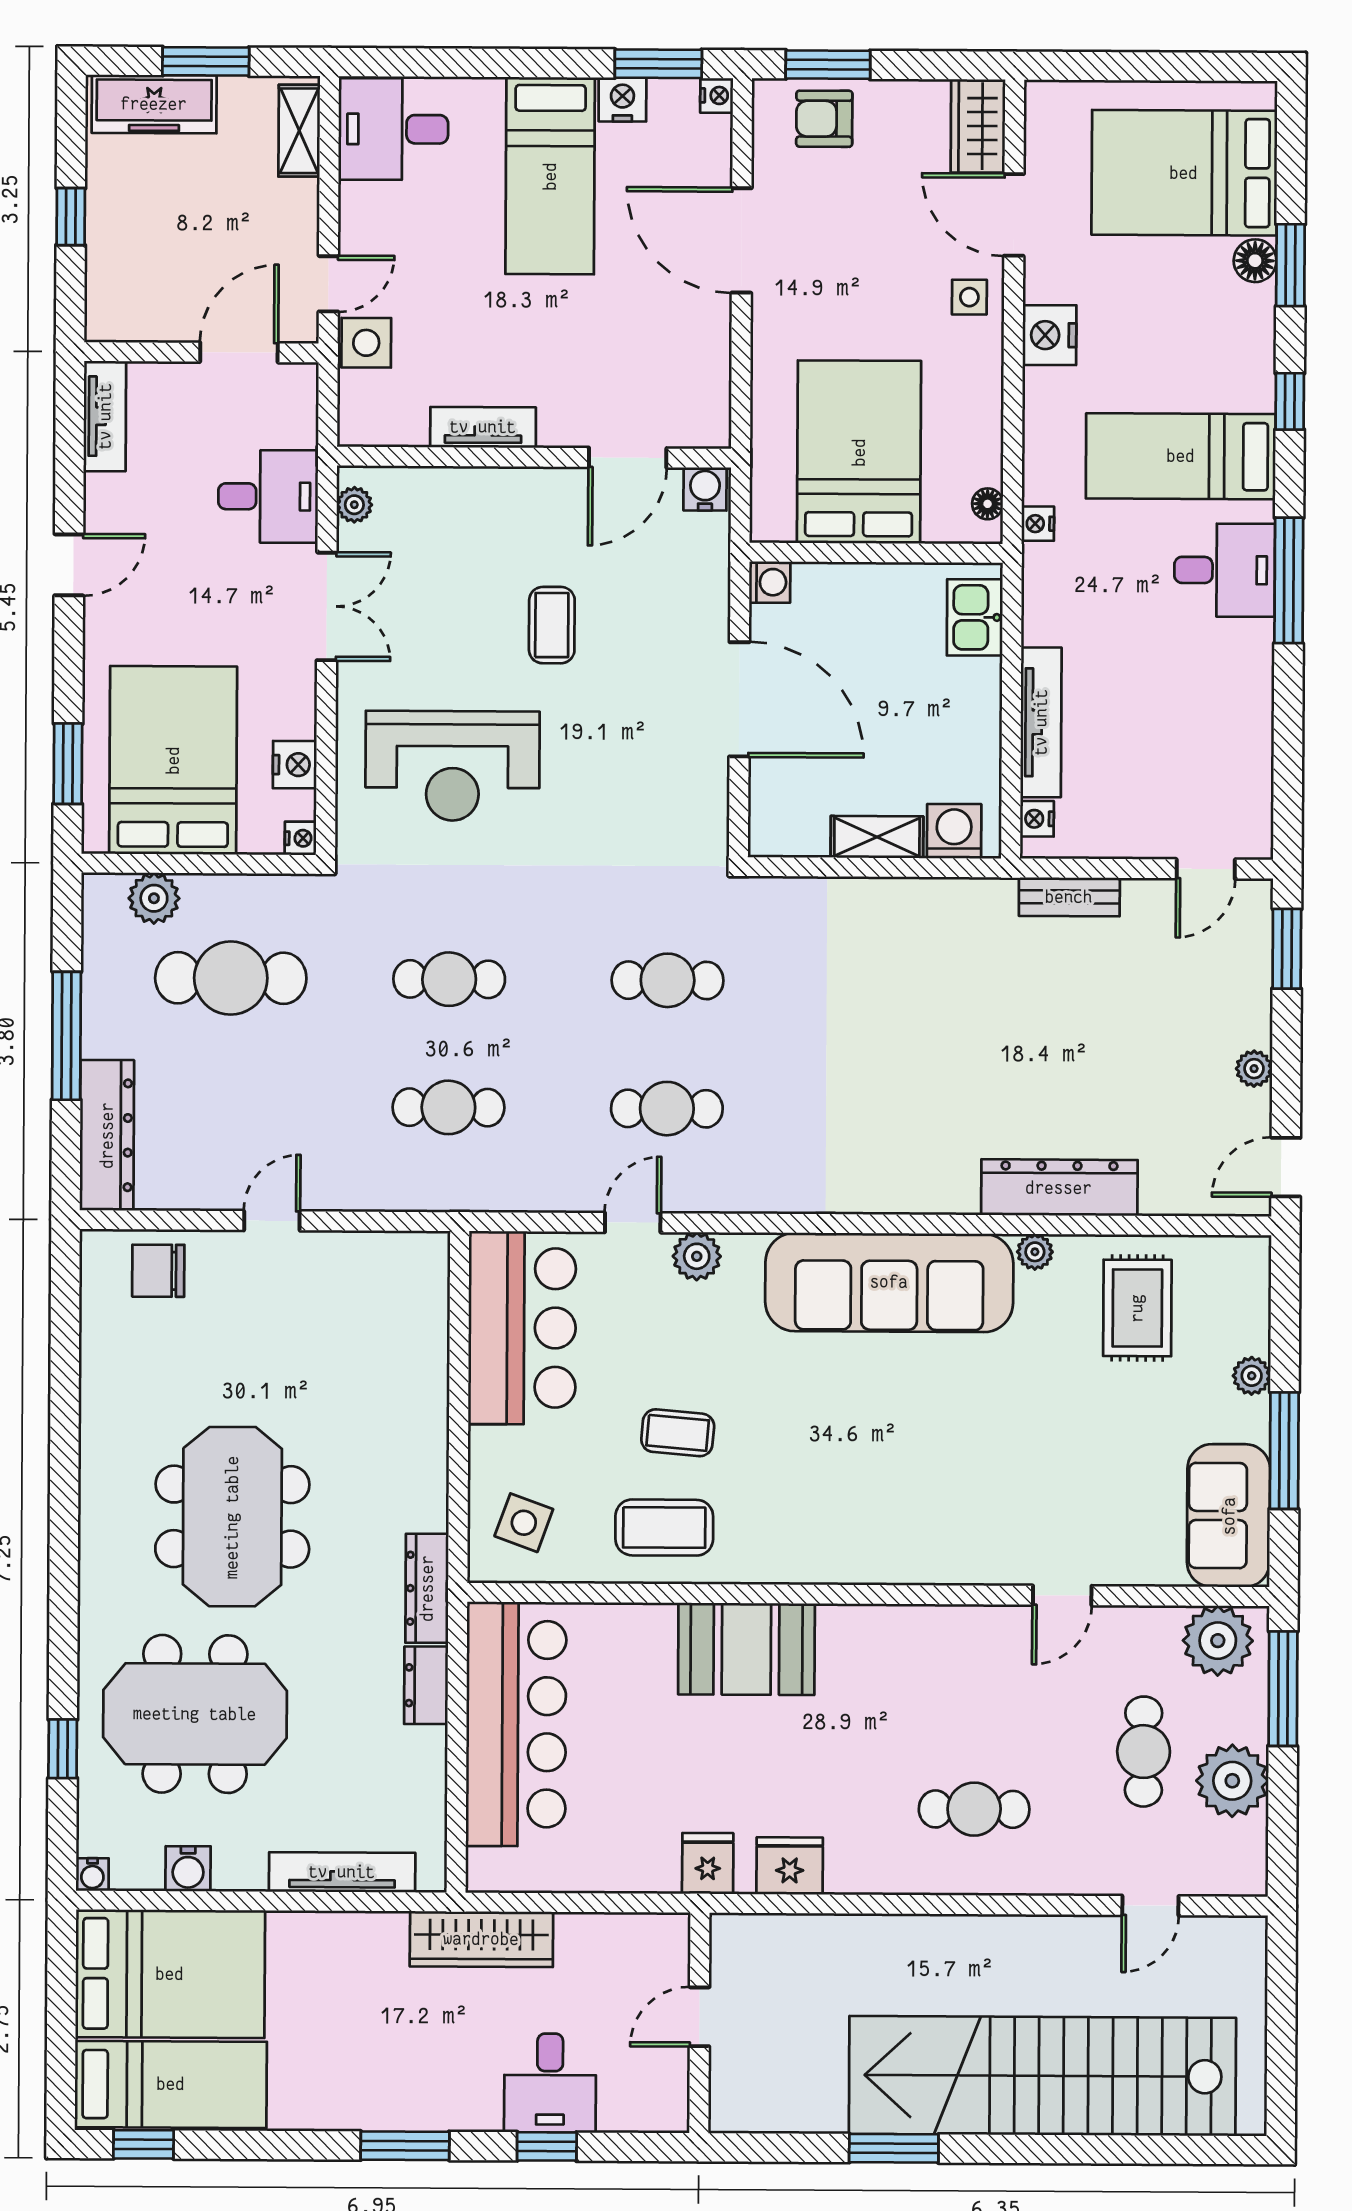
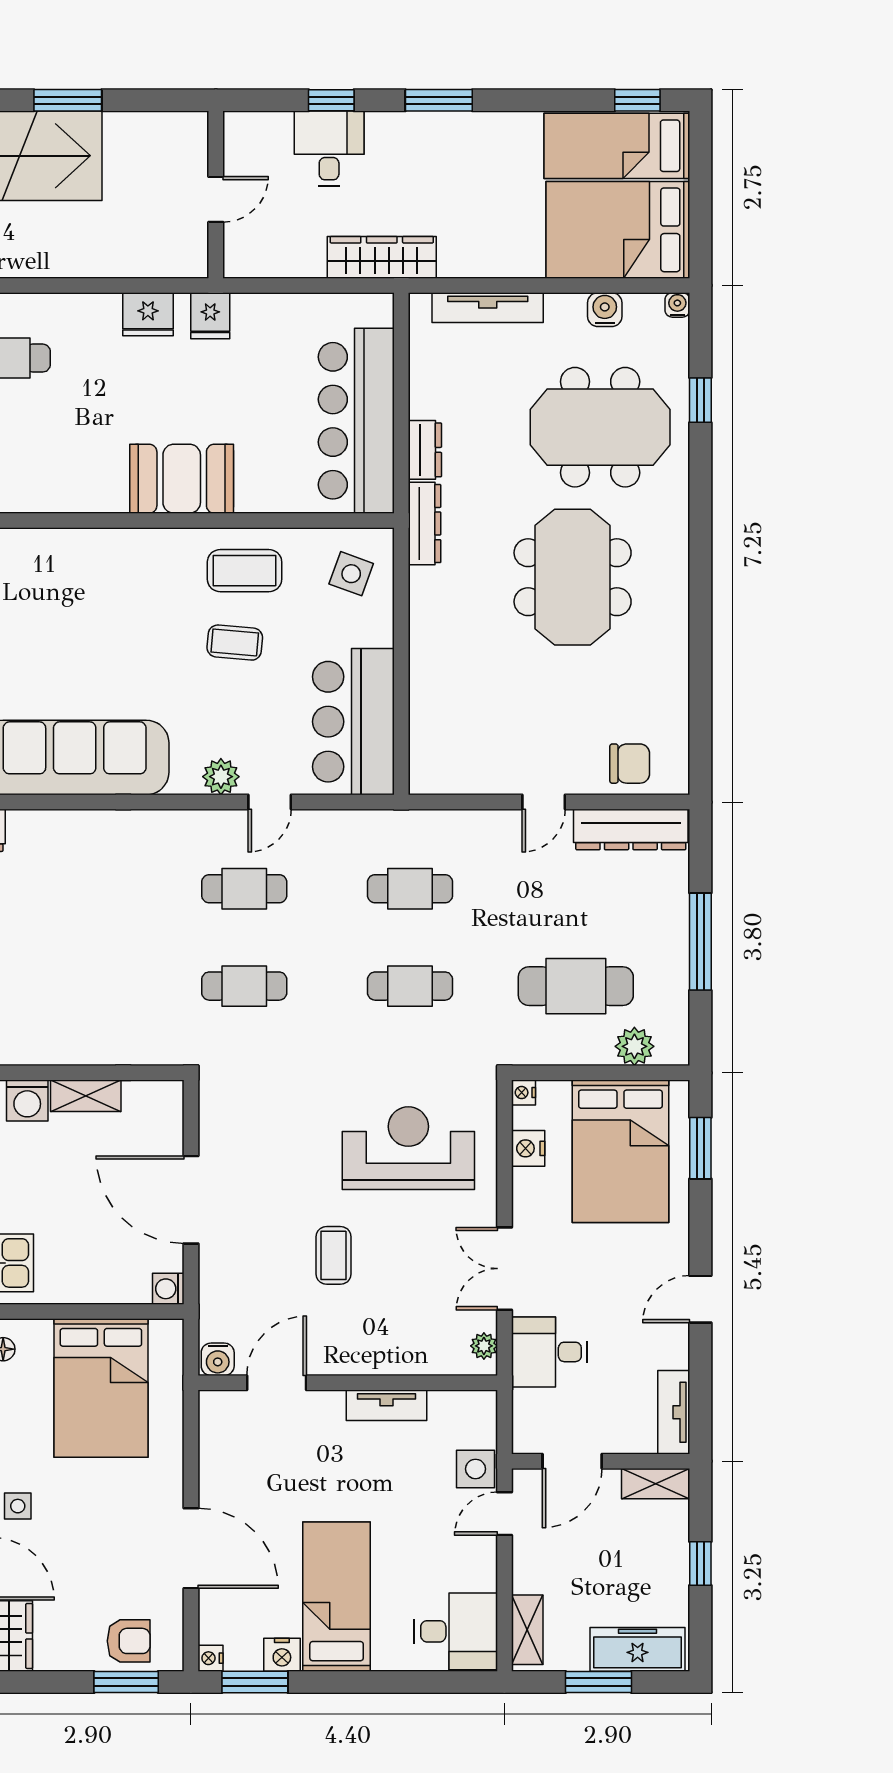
shelving: (129, 322) -> (656, 1484), added
dresser: (107, 1135) -> (631, 830), moved, turned -90

